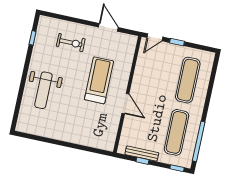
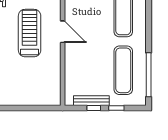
door: (125, 104) -> (63, 32), moved
window: (177, 168) -> (116, 108), moved

